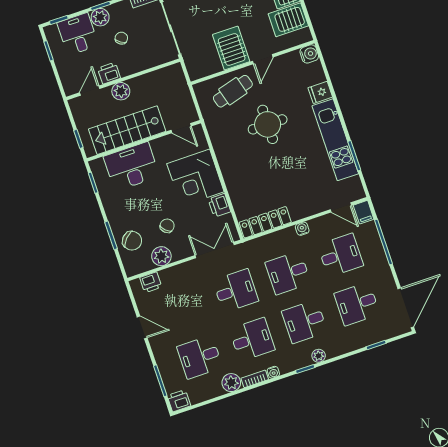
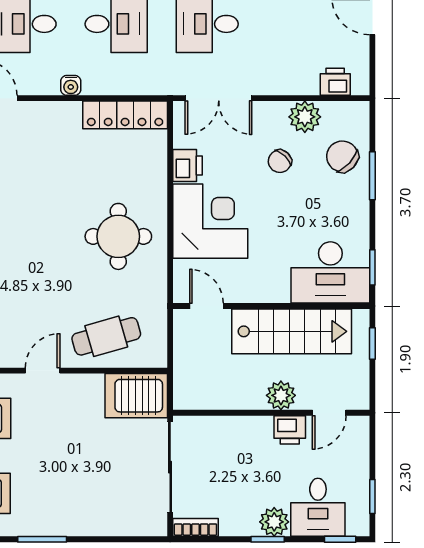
chair: (121, 38) -> (252, 478), removed
server rack: (231, 48) -> (136, 396), moved, turned 90
round table: (268, 124) -> (118, 236), moved
desk: (131, 166) -> (330, 272), moved

